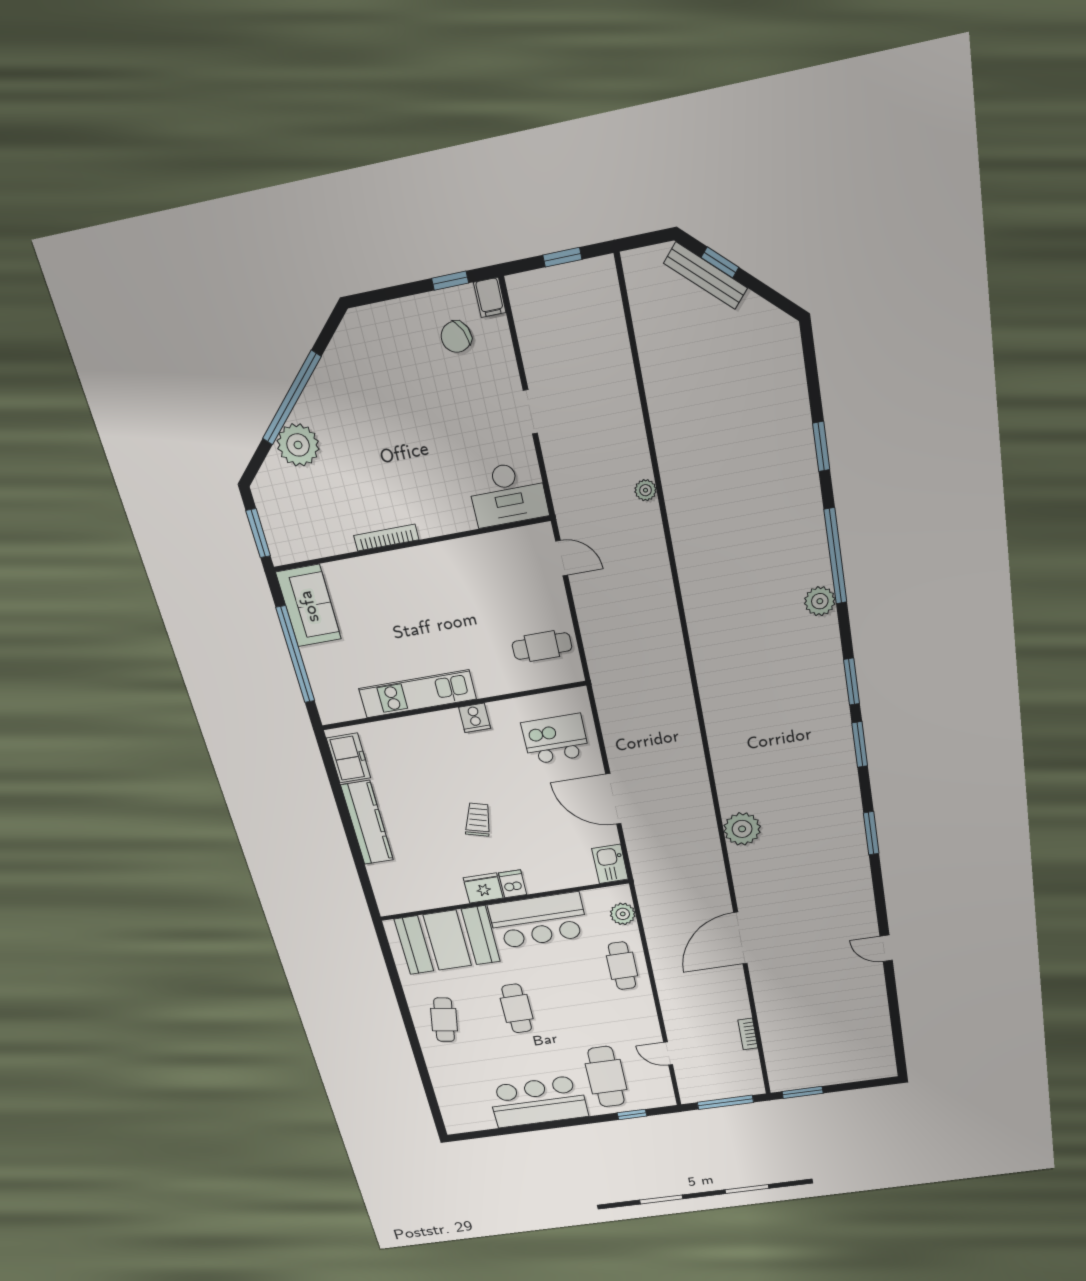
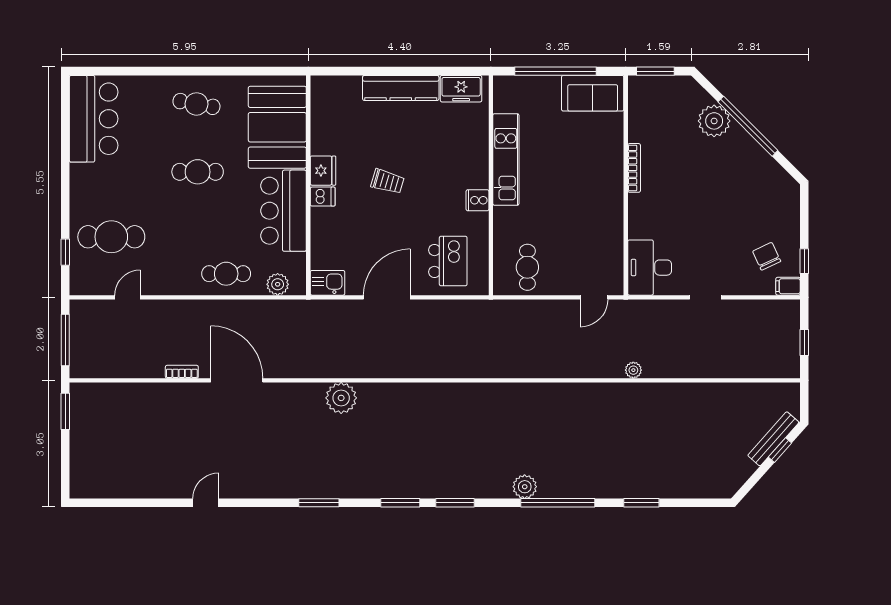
bookcase: (748, 1034) -> (182, 372), moved
bar counter: (538, 1102) -> (94, 119), moved

